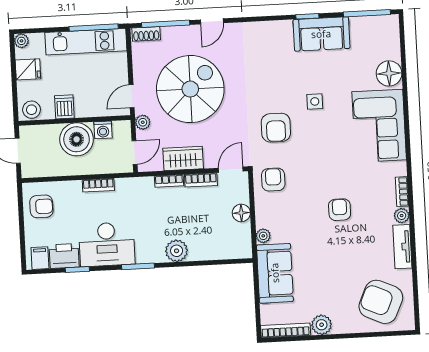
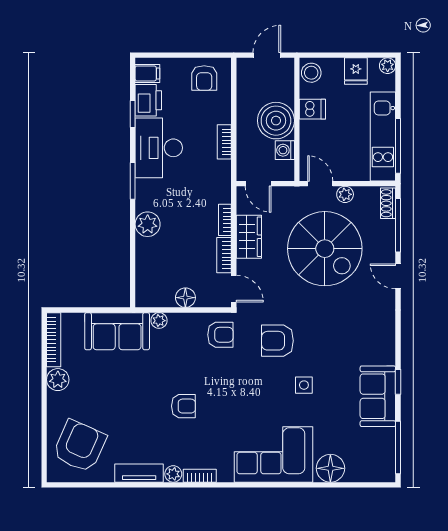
plant: (143, 122) -> (345, 194), moved

